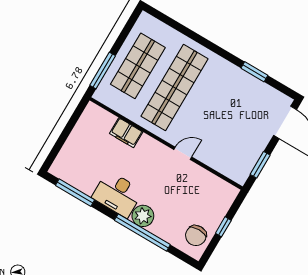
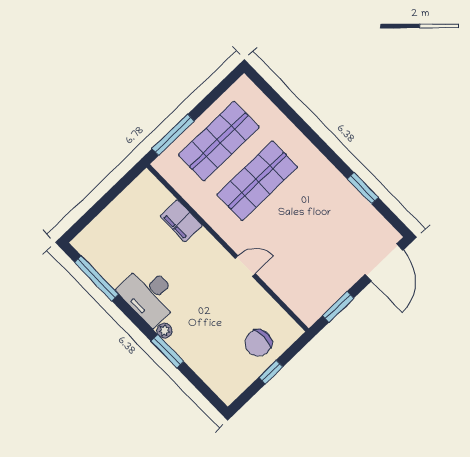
shop shelf: (174, 88) -> (257, 181), width x0.71
plant: (143, 216) -> (164, 331), width x0.53, depth x0.53
window: (142, 232) -> (167, 351), width x0.47
chair: (196, 236) -> (258, 343), moved

